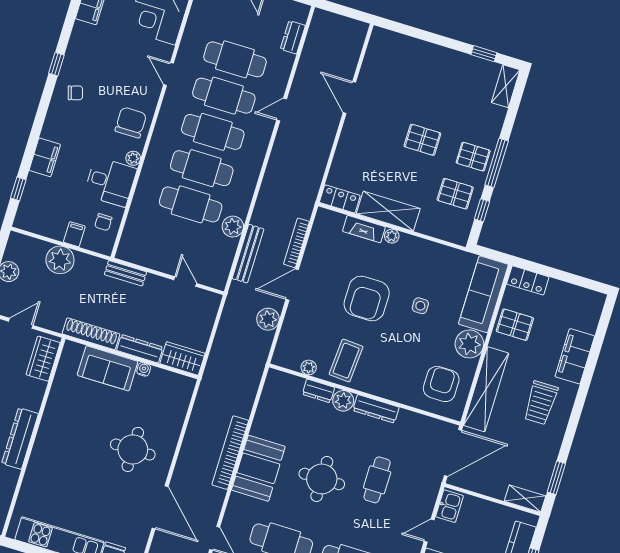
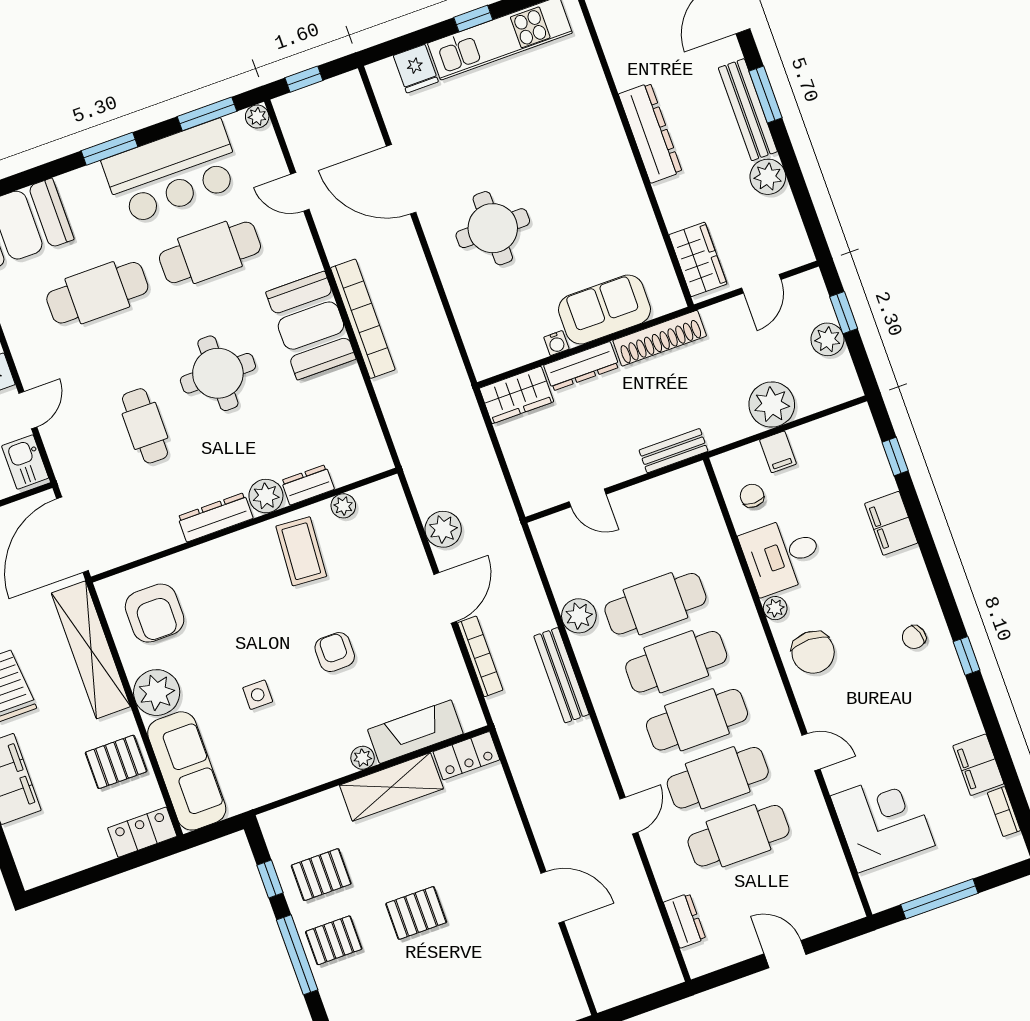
fireplace: (364, 229) -> (415, 732), width x1.37, depth x1.32
bench: (248, 254) -> (562, 675), moved
armchair: (367, 298) -> (335, 652), width x0.53, depth x0.53

